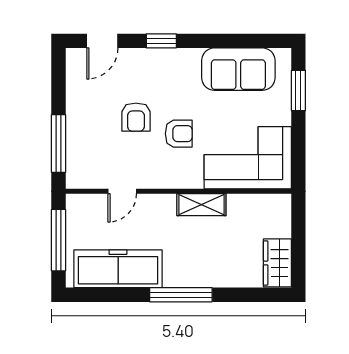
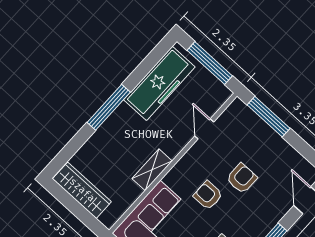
armchair: (136, 117) -> (242, 178), turned 90
armchair: (179, 134) -> (208, 195), turned 90
wardrobe: (277, 263) -> (82, 190), width x1.50

